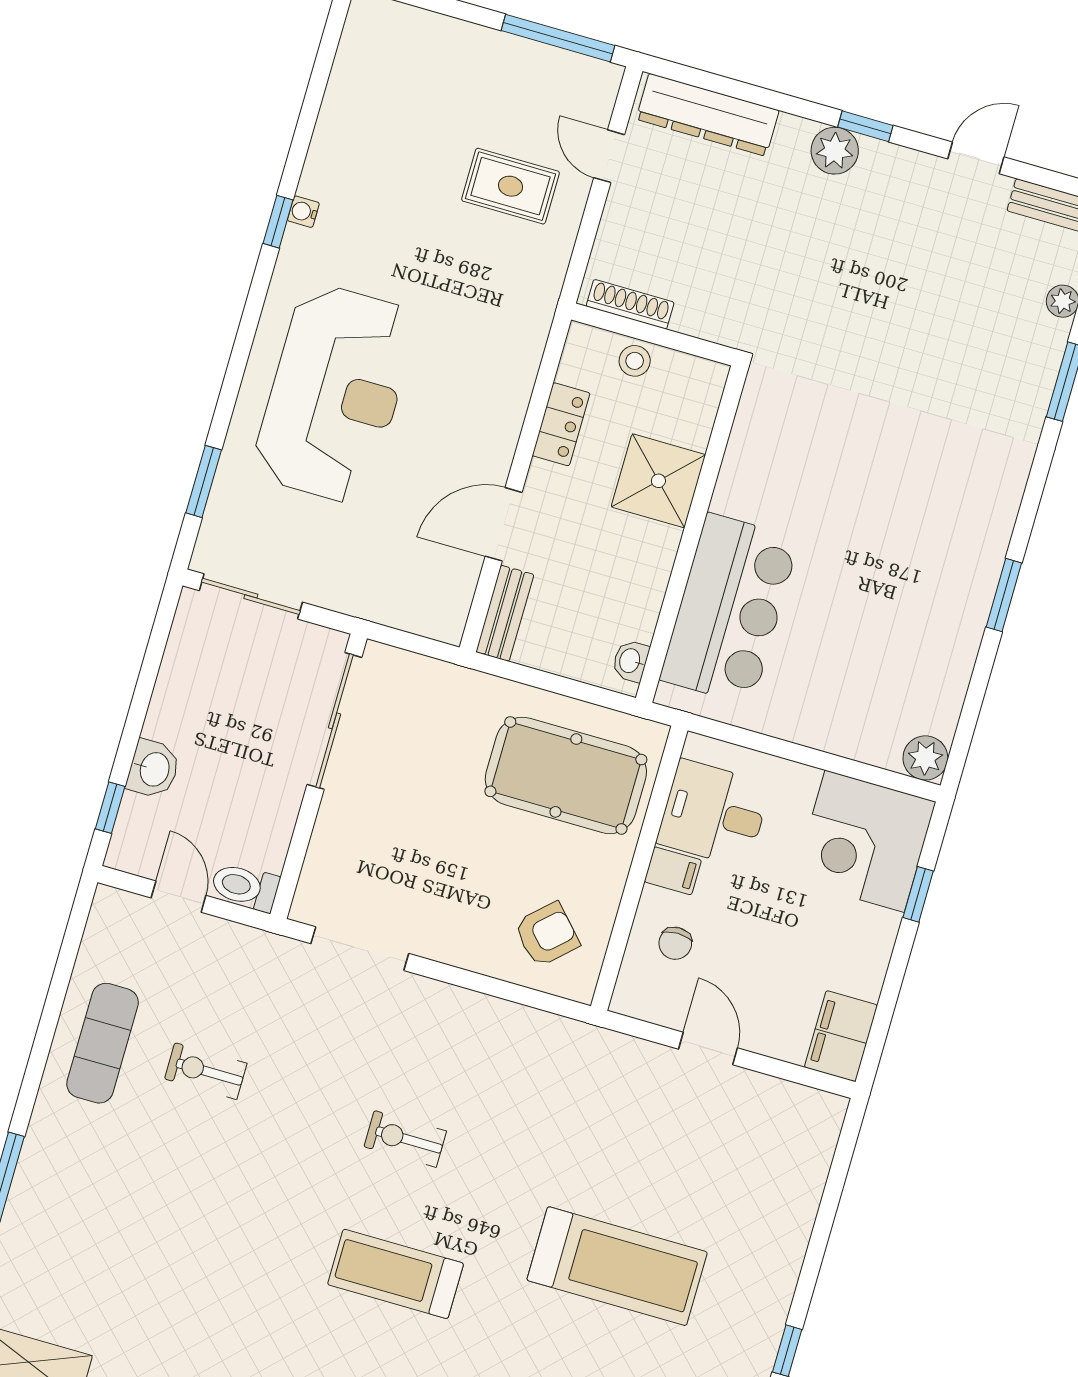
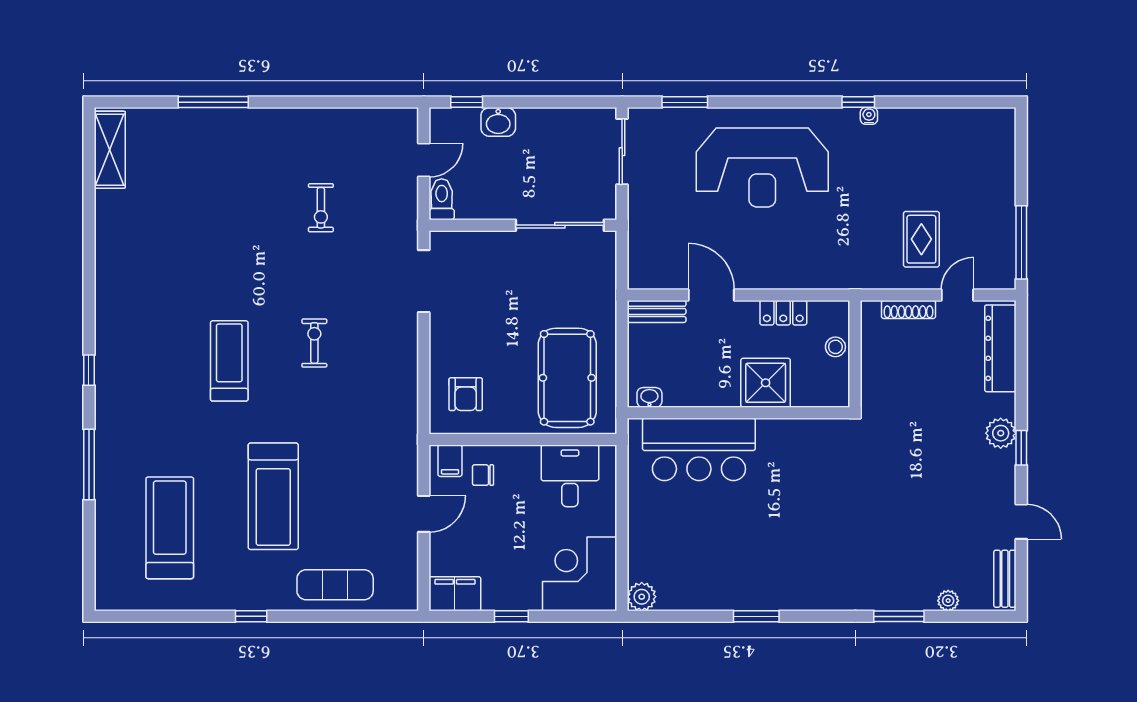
shoe rack: (630, 304) -> (908, 309), moved, turned 90
filing cabinet: (673, 871) -> (450, 461), moved
window: (918, 894) -> (511, 616), moved
armchair: (547, 934) -> (466, 394), turned 43
exercise mat: (103, 1043) -> (335, 585), moved
exercise bike: (206, 1071) -> (321, 208), turned 180

